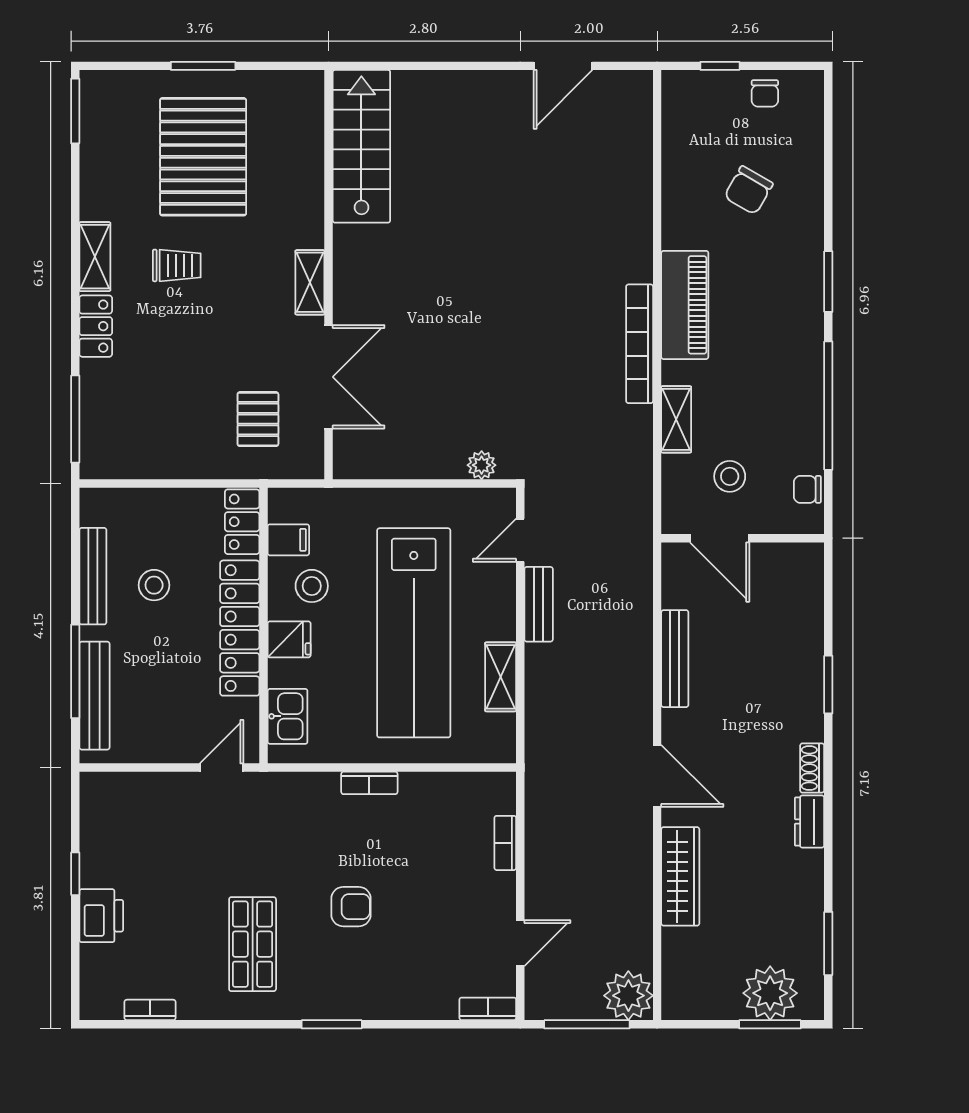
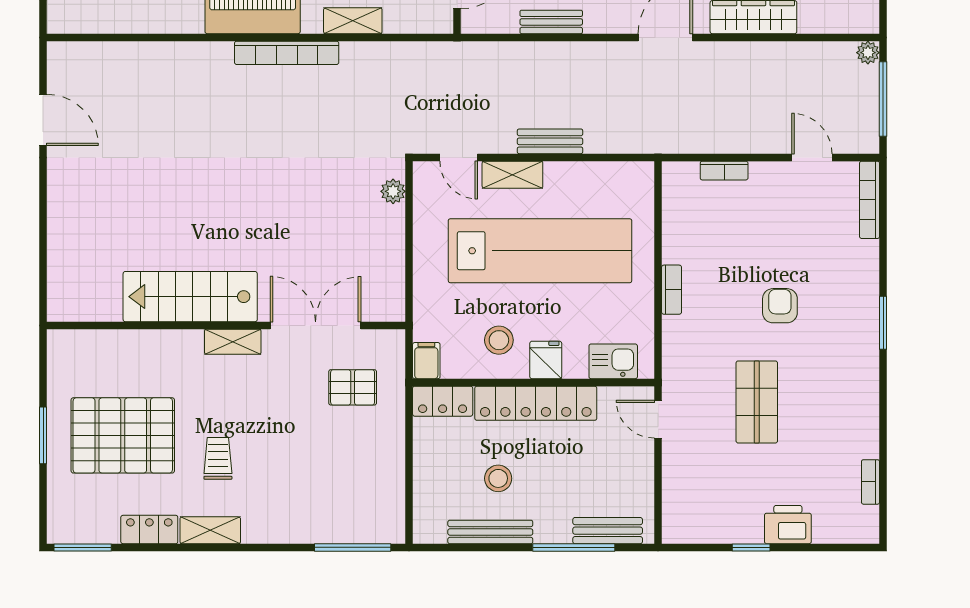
stairs: (361, 146) -> (190, 297), moved
locker: (96, 326) -> (149, 530), moved
filing cabinet: (288, 540) -> (426, 361), moved
bench: (539, 604) -> (550, 141), moved
bench: (675, 659) -> (551, 22), width x0.73
shelving: (501, 677) -> (512, 175), moved
bench: (94, 696) -> (608, 531), width x0.73
shop shelf: (253, 944) -> (757, 402), moved, turned 90
plant: (628, 996) -> (868, 53), width x0.53, depth x0.53
bookcase: (488, 1009) -> (870, 200), width x1.56

